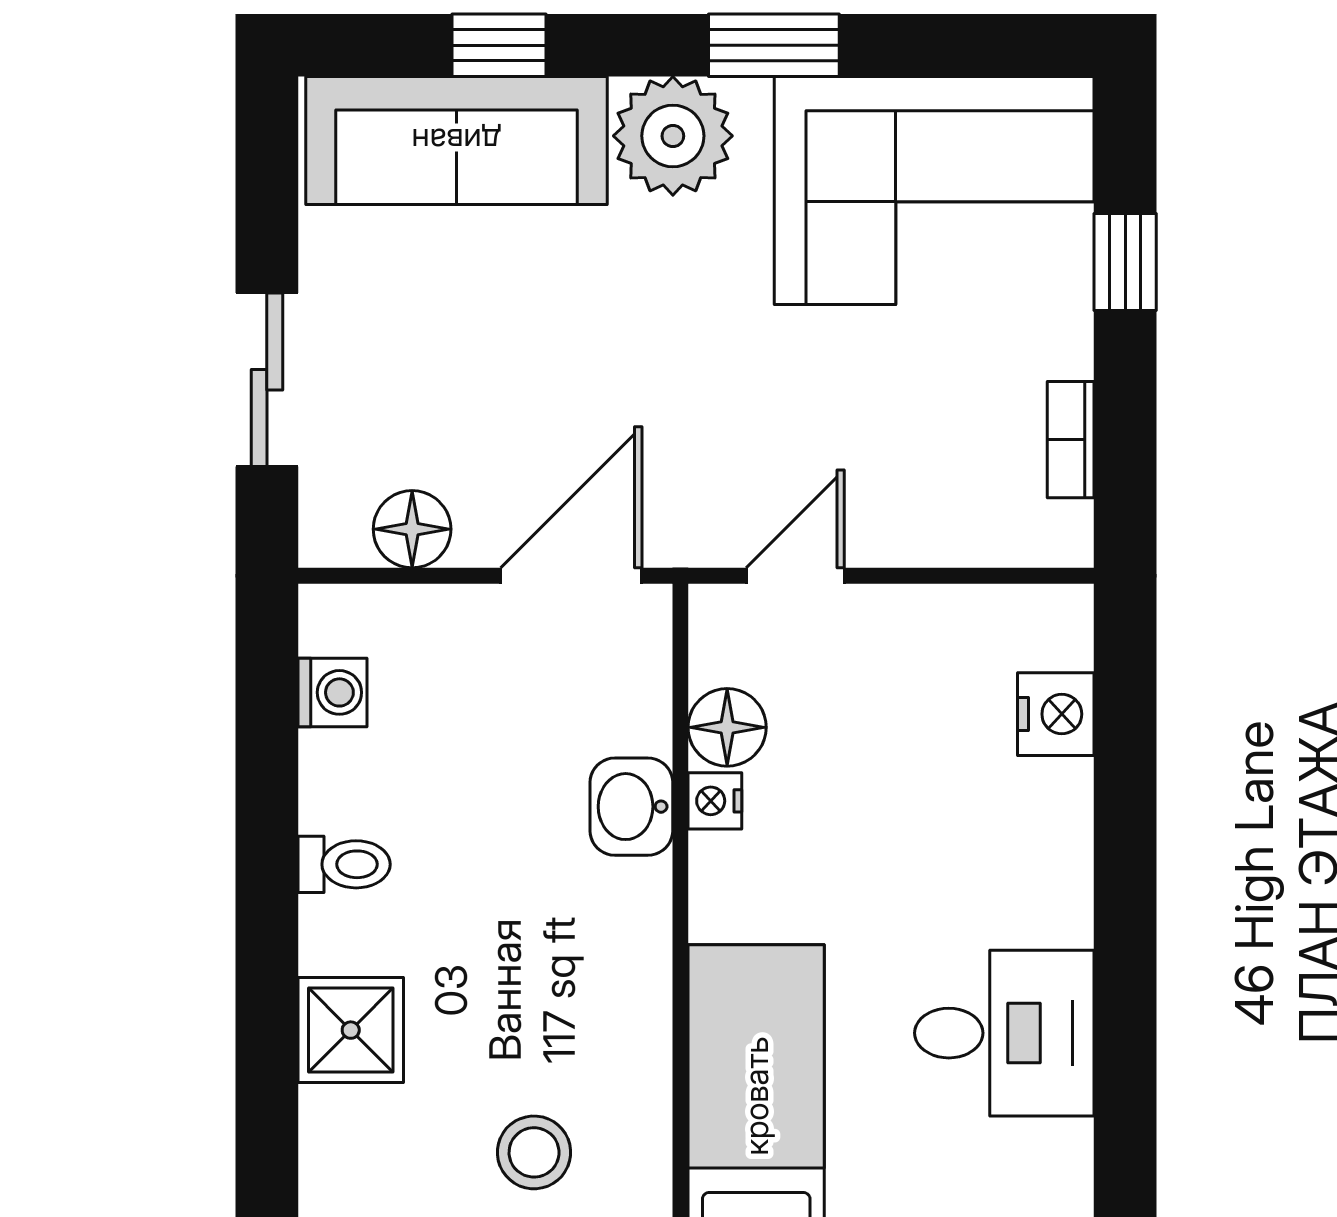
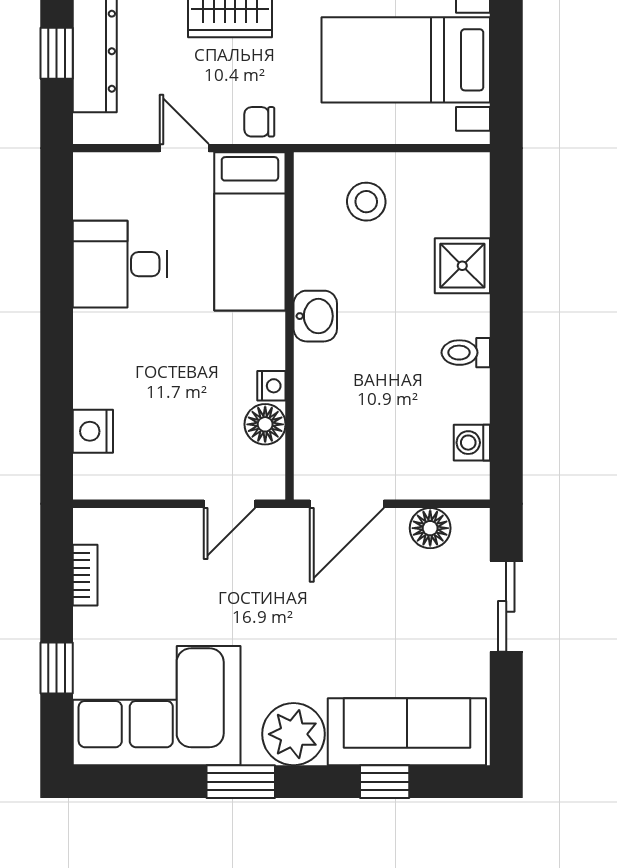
washbasin: (631, 807) -> (315, 316), moved

